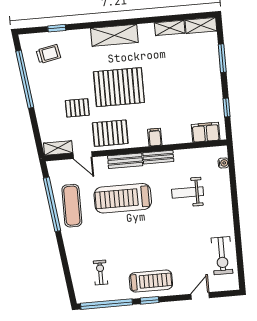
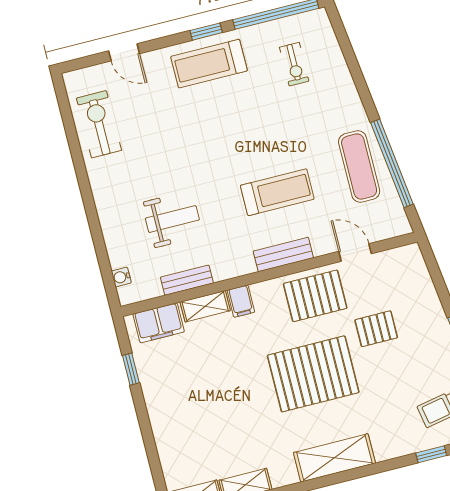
window: (222, 58) -> (151, 449), removed
shelving: (58, 148) -> (205, 306), moved
bench: (158, 157) -> (187, 280), moved
treadmill: (123, 198) -> (277, 192), width x0.73, depth x0.73
door: (200, 296) -> (124, 52), hinge flipped

